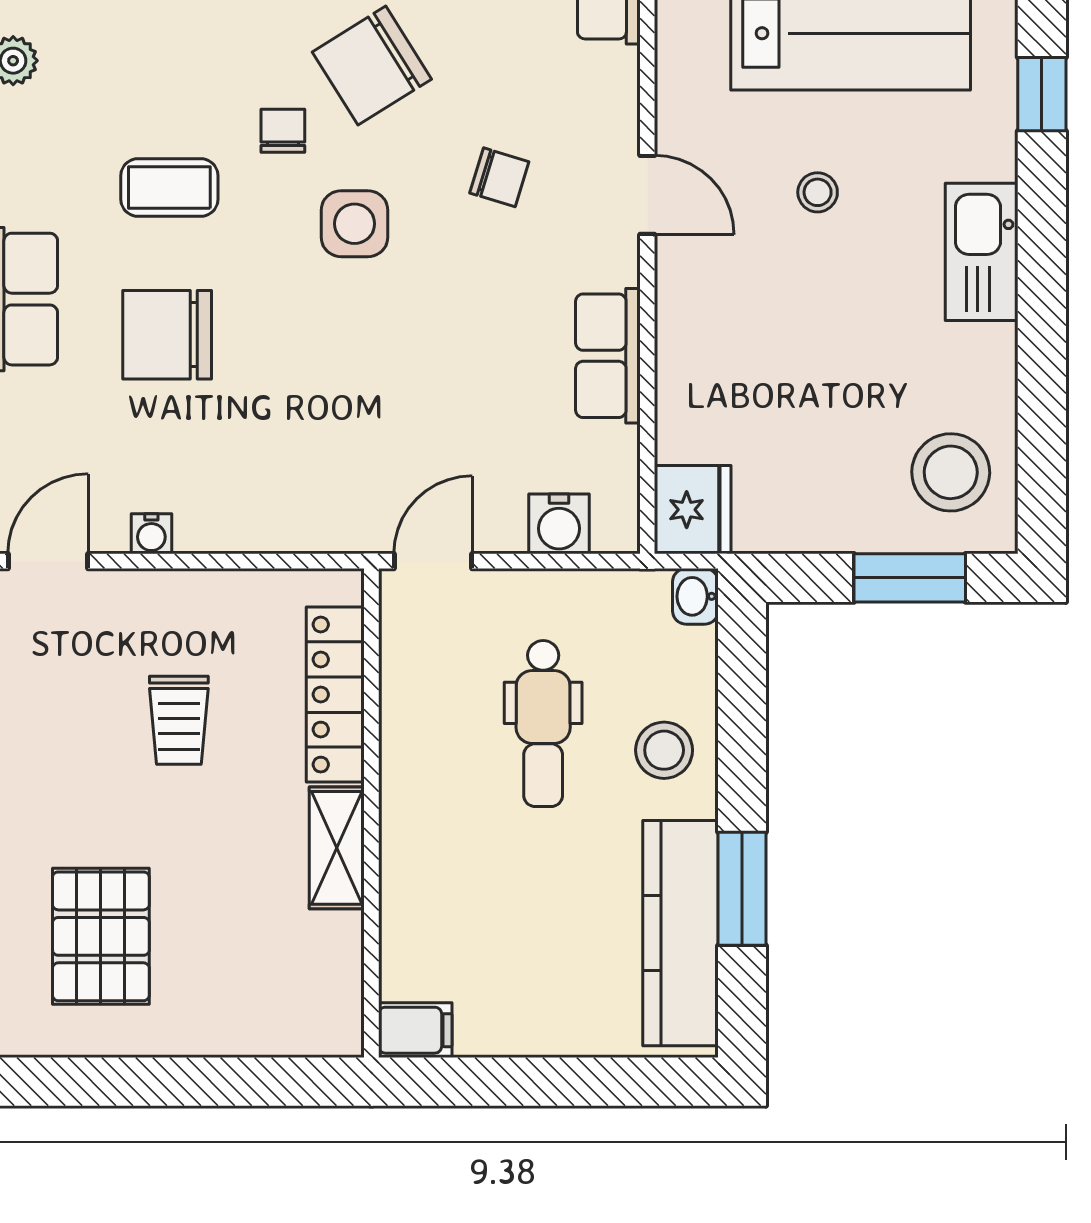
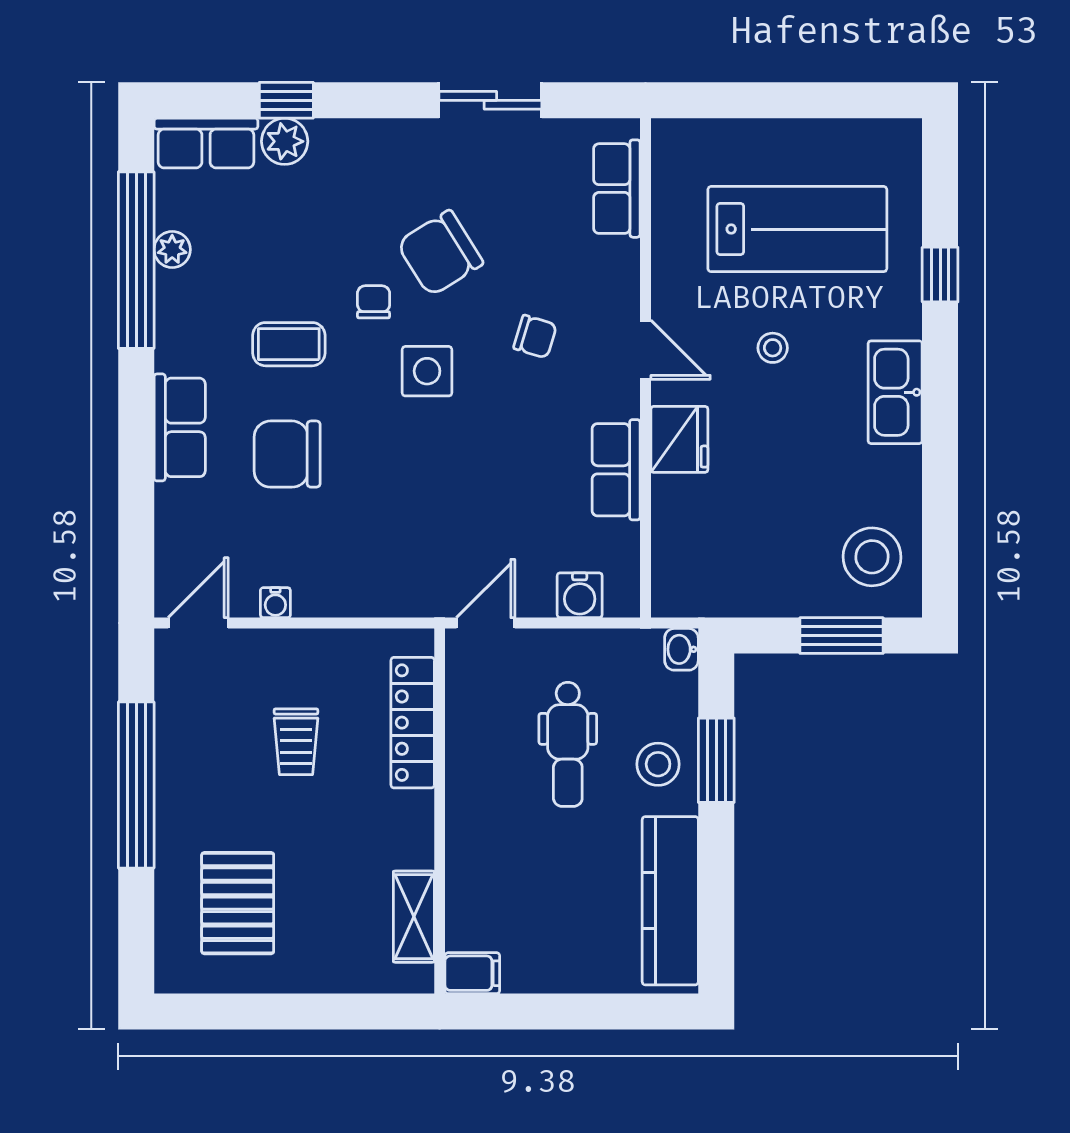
fridge: (693, 510) -> (679, 439), moved
shelving: (337, 848) -> (414, 917), moved
window: (742, 889) -> (716, 760), moved

